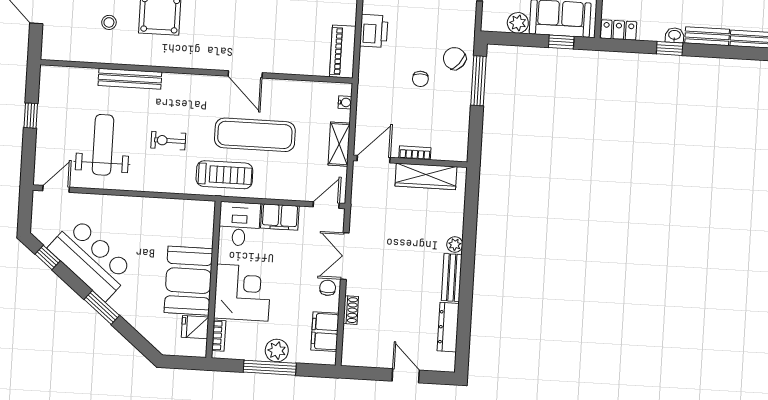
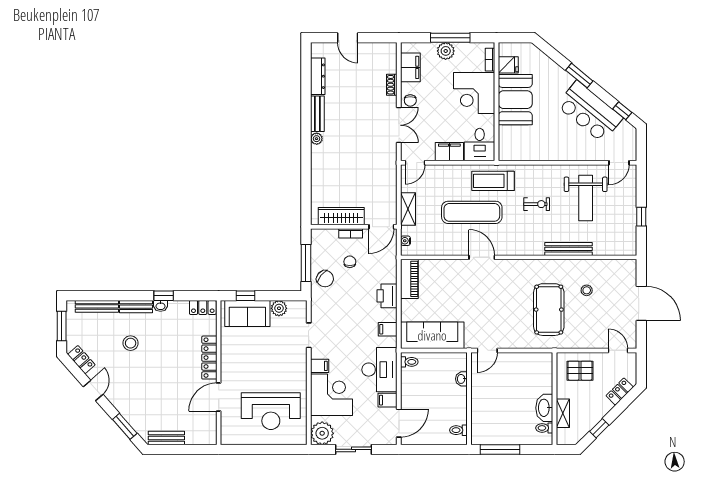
bookcase: (415, 153) -> (351, 233), moved
door: (374, 159) -> (381, 227), moved
wall: (410, 161) -> (354, 227), moved
wardrobe: (426, 176) -> (341, 216), moved

